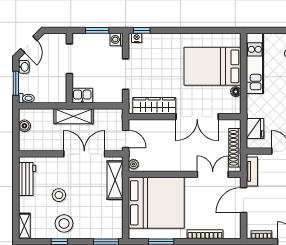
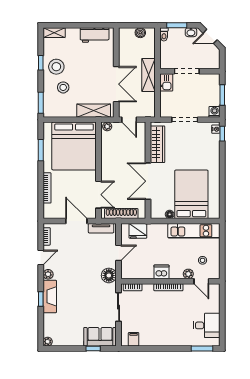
doorway: (69, 59) -> (187, 71), moved
door: (126, 139) -> (129, 120), hinge flipped
stool: (59, 195) -> (63, 87), moved

